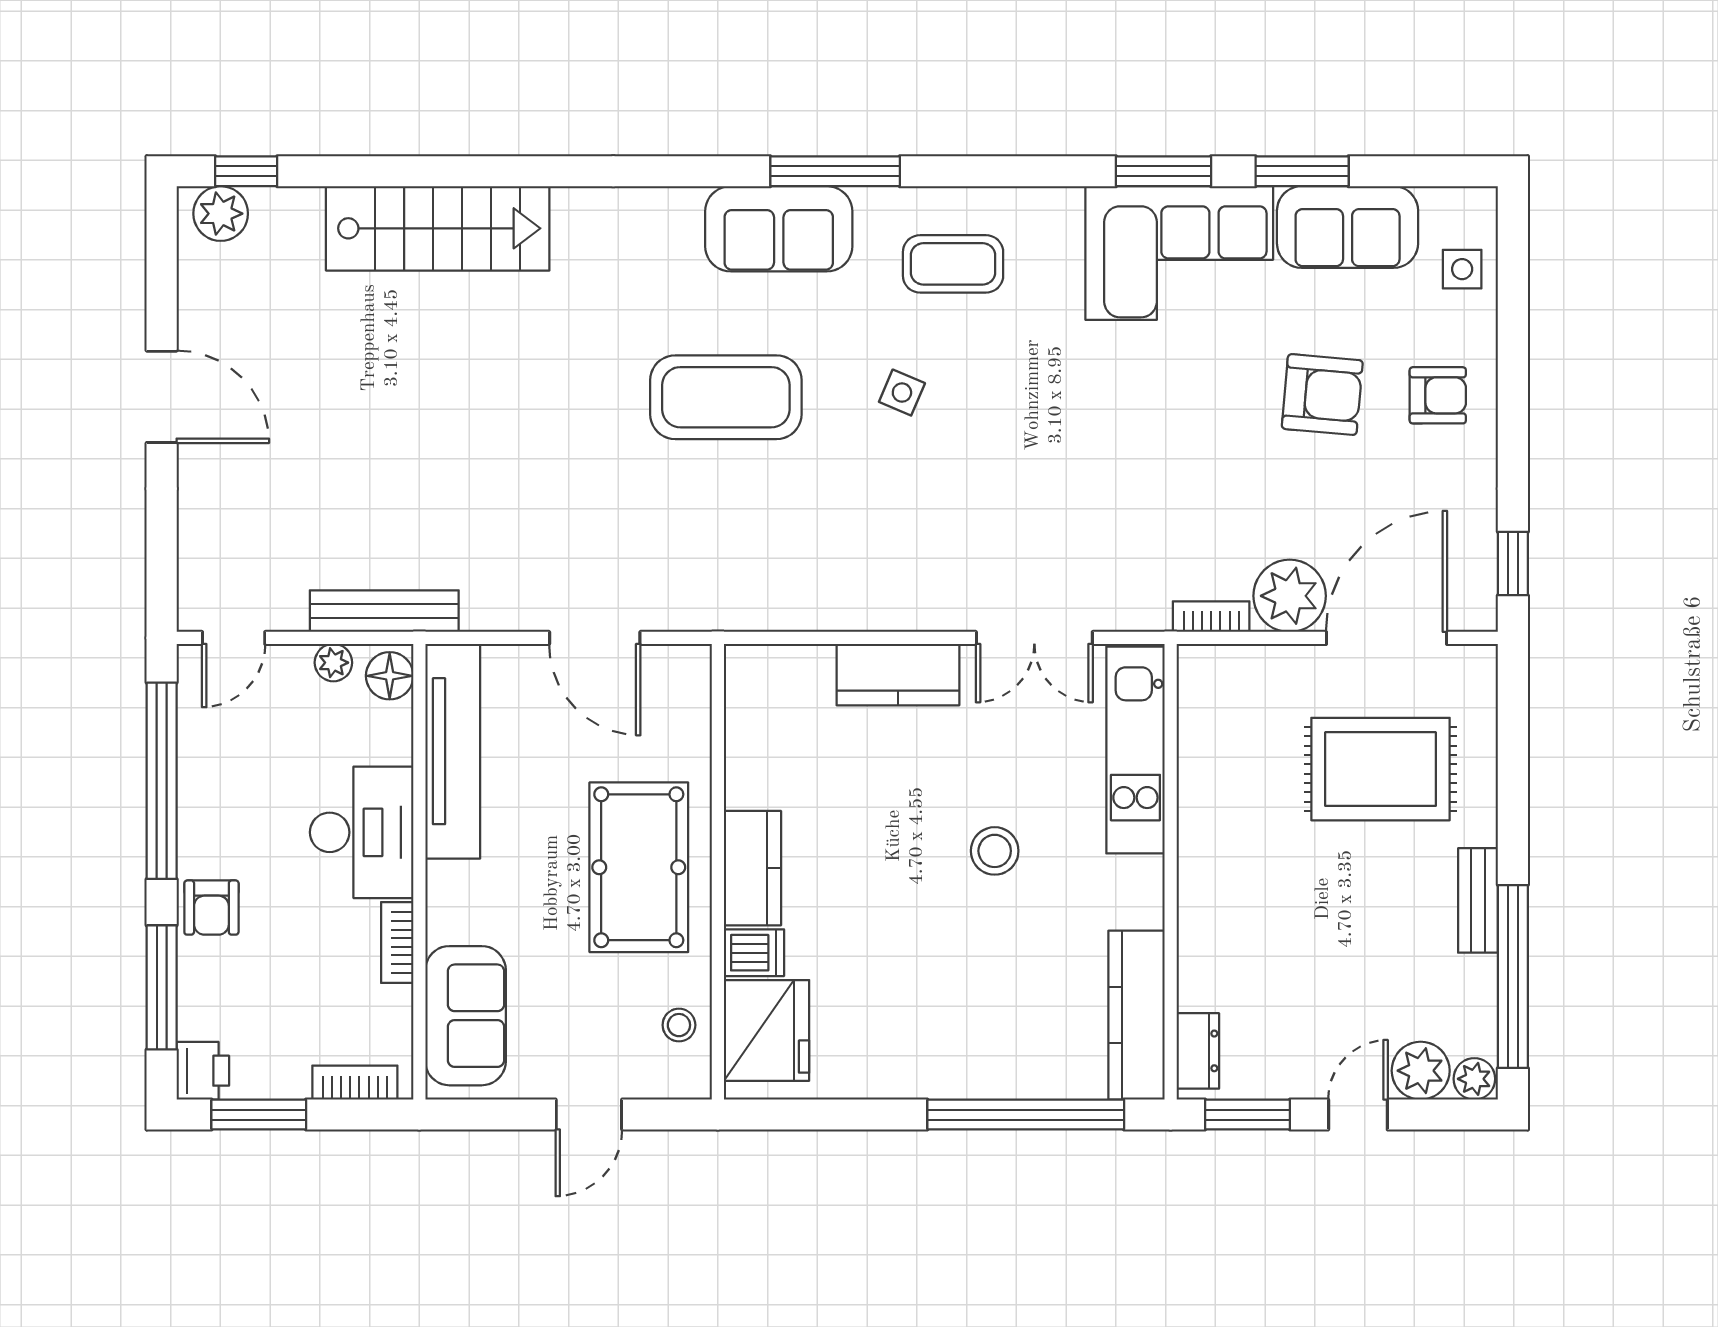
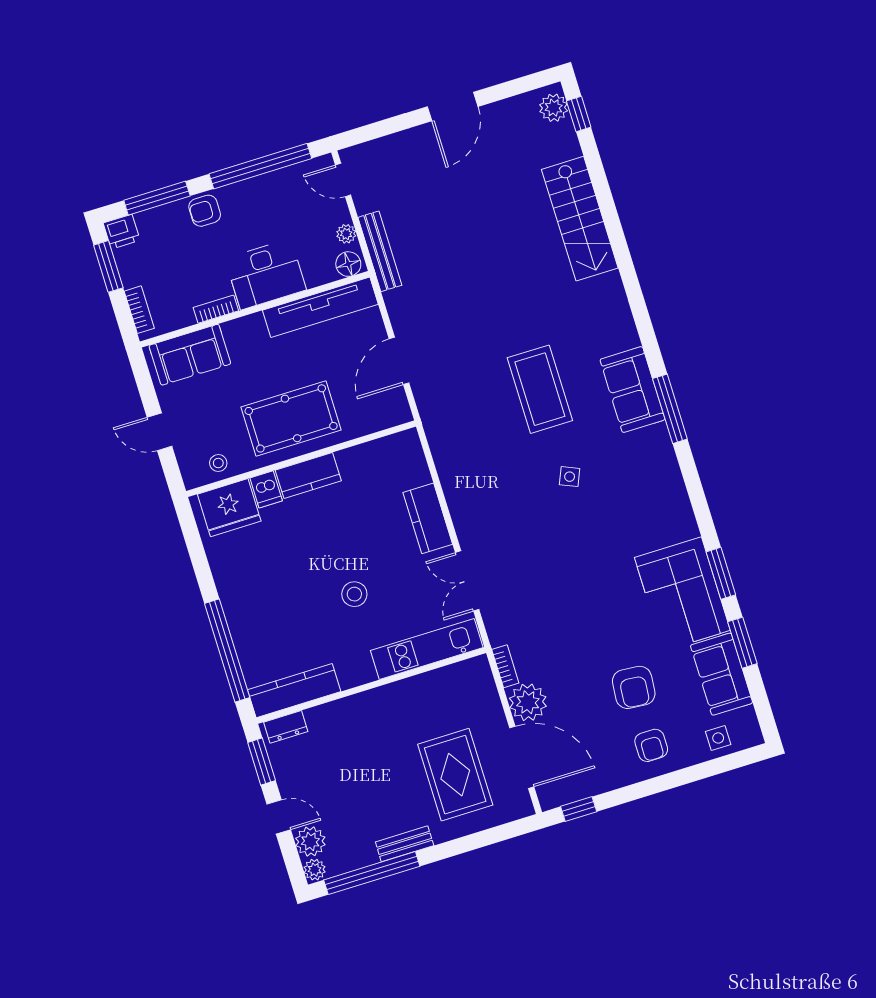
coffee table: (953, 264) -> (642, 482), removed

